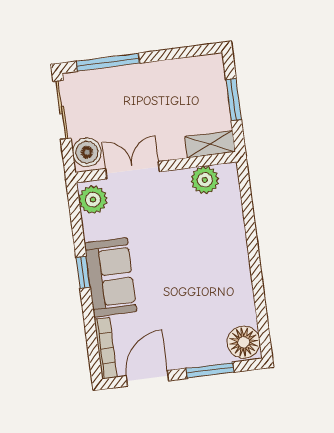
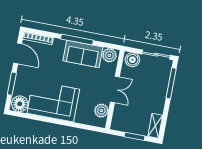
shelving: (210, 144) -> (155, 126), moved
double door: (132, 170) -> (115, 89), moved
window: (83, 272) -> (77, 40), width x2.17
sofa: (110, 277) -> (83, 54), moved
corner sofa: (217, 279) -> (53, 101), added

